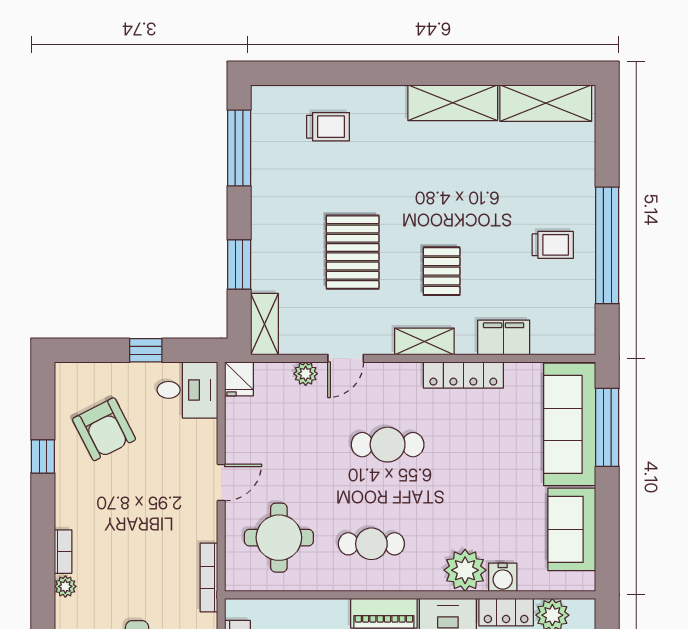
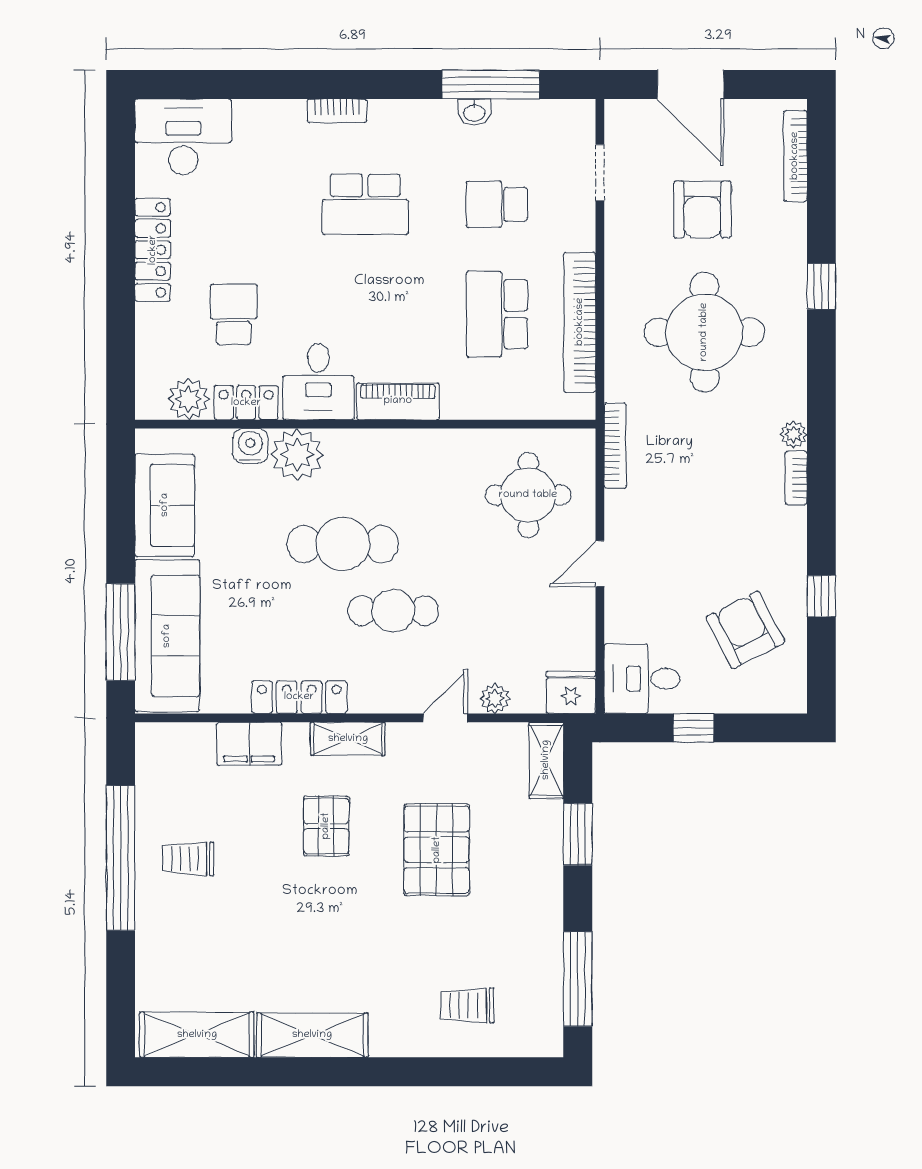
fridge: (239, 379) -> (571, 692), width x1.38
cafe table: (371, 544) -> (343, 544), moved, width x1.37, depth x1.35

